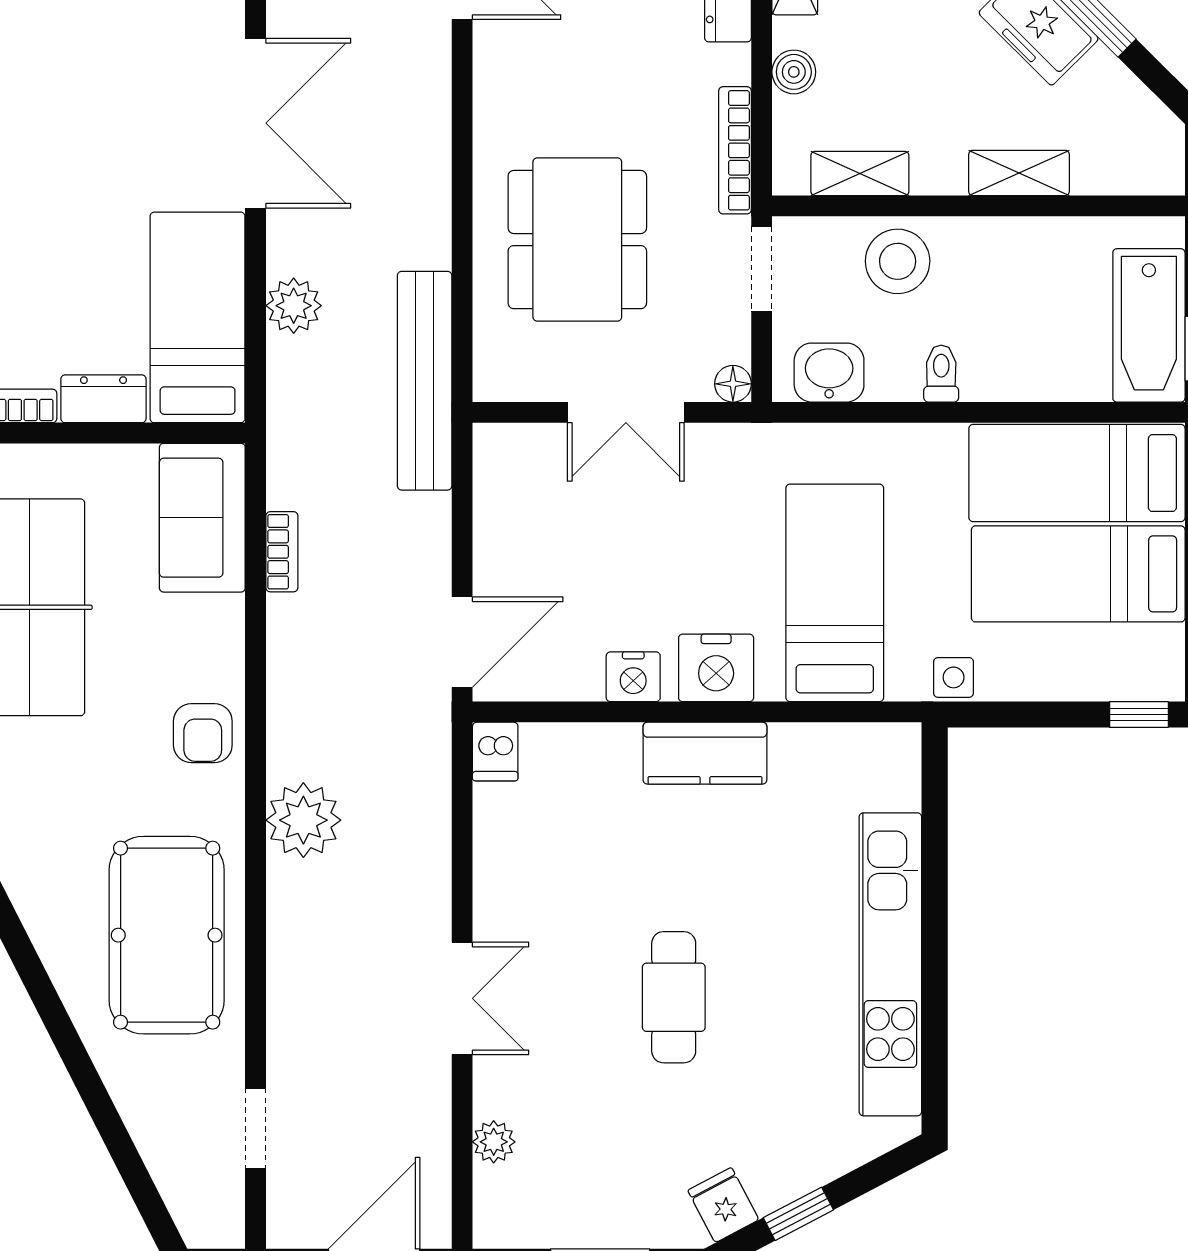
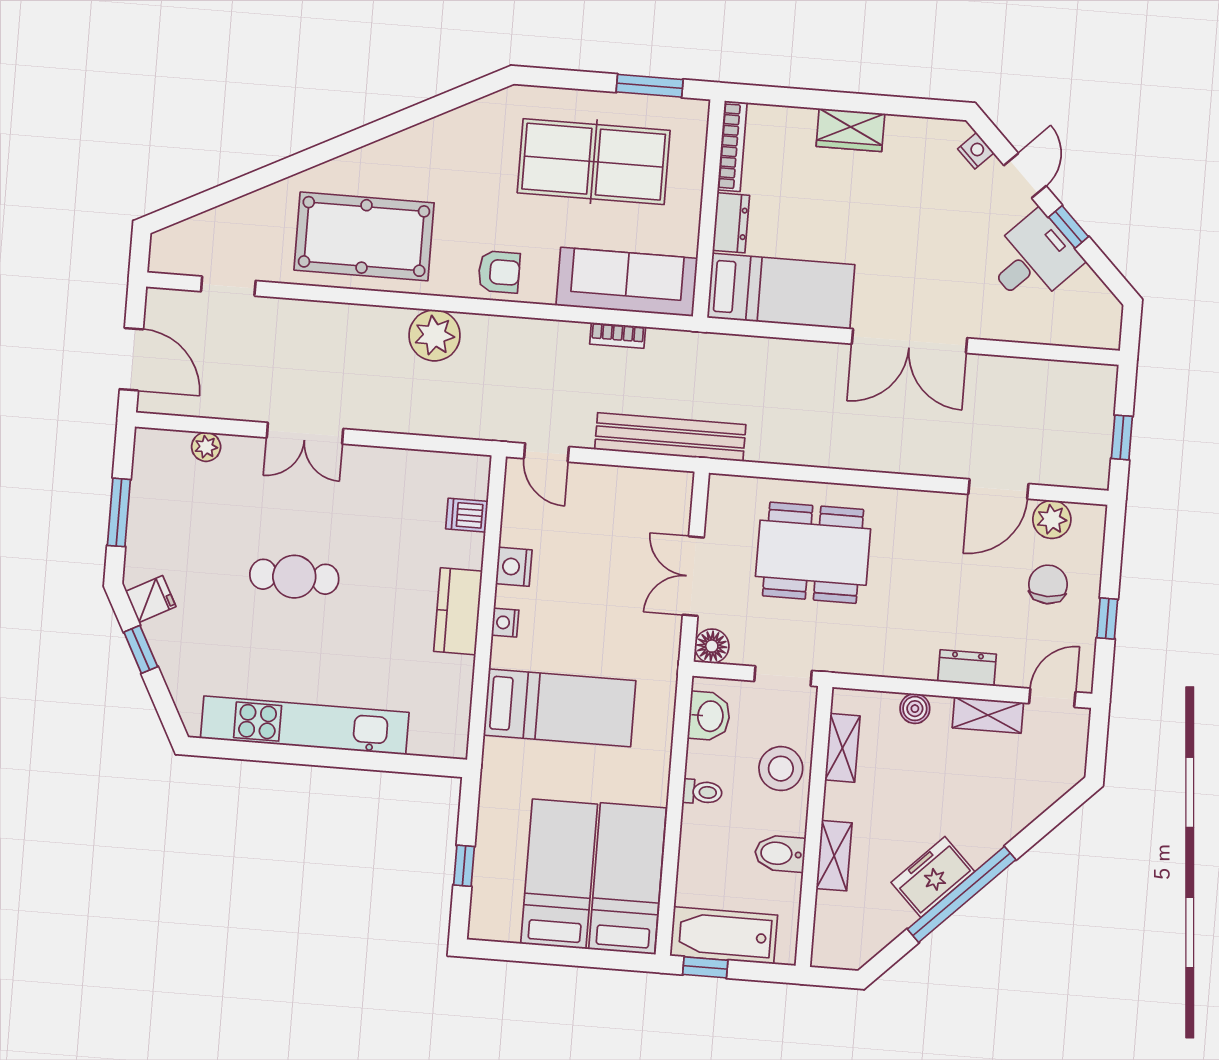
bookcase: (735, 150) -> (865, 664), removed
bidet: (1022, 253) -> (780, 854), added
plant: (294, 306) -> (784, 357), removed
bench: (425, 381) -> (670, 437), moved
floor lamp: (733, 384) -> (712, 646), width x1.37, depth x1.37
sofa: (202, 518) -> (627, 282), width x1.36
door: (462, 642) -> (546, 453), width x0.73
nightstand: (716, 668) -> (505, 623), width x0.53, depth x0.56
side table: (954, 677) -> (496, 784), removed
window: (1139, 714) -> (464, 866), moved
armchair: (203, 733) -> (499, 272), turned 180
dishwasher: (495, 752) -> (467, 515), moved

